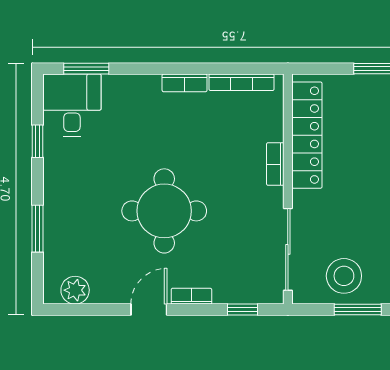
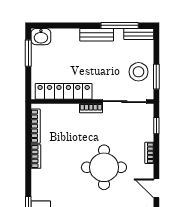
bookcase: (275, 164) -> (91, 108), moved
door: (149, 310) -> (156, 188), moved
window: (358, 310) -> (156, 77), moved

